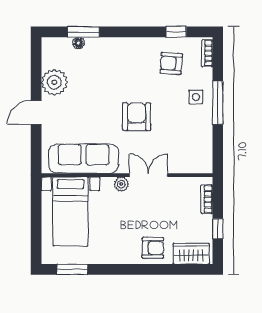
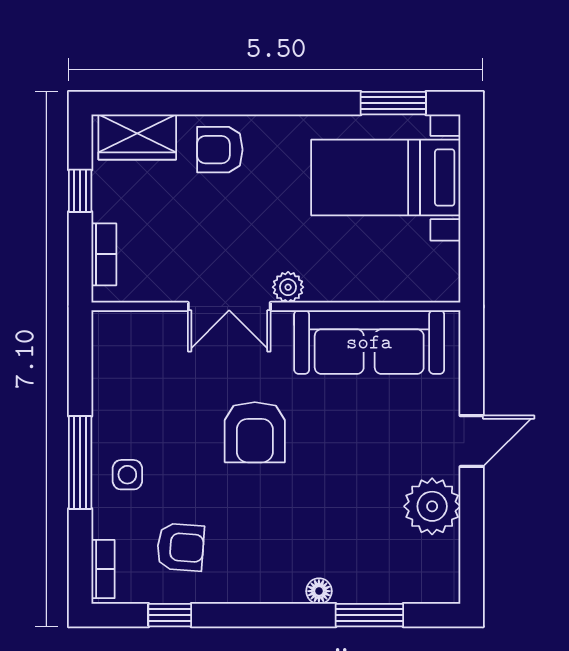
floor lamp: (78, 43) -> (319, 591), moved
bed with nightstands: (71, 211) -> (386, 178), moved, turned -90

